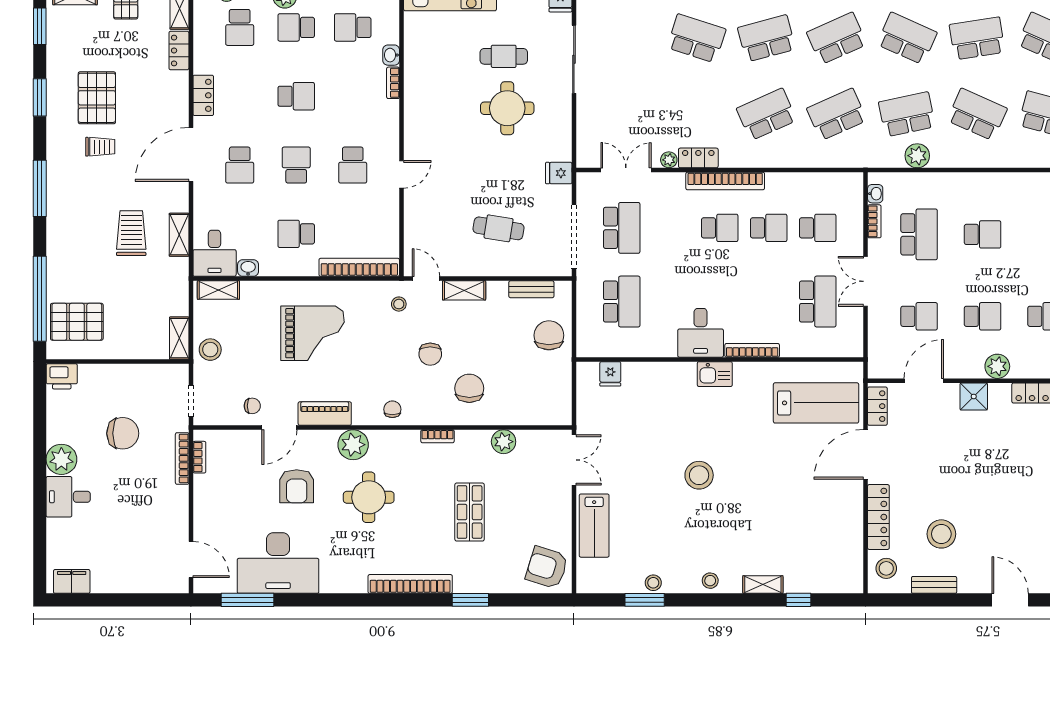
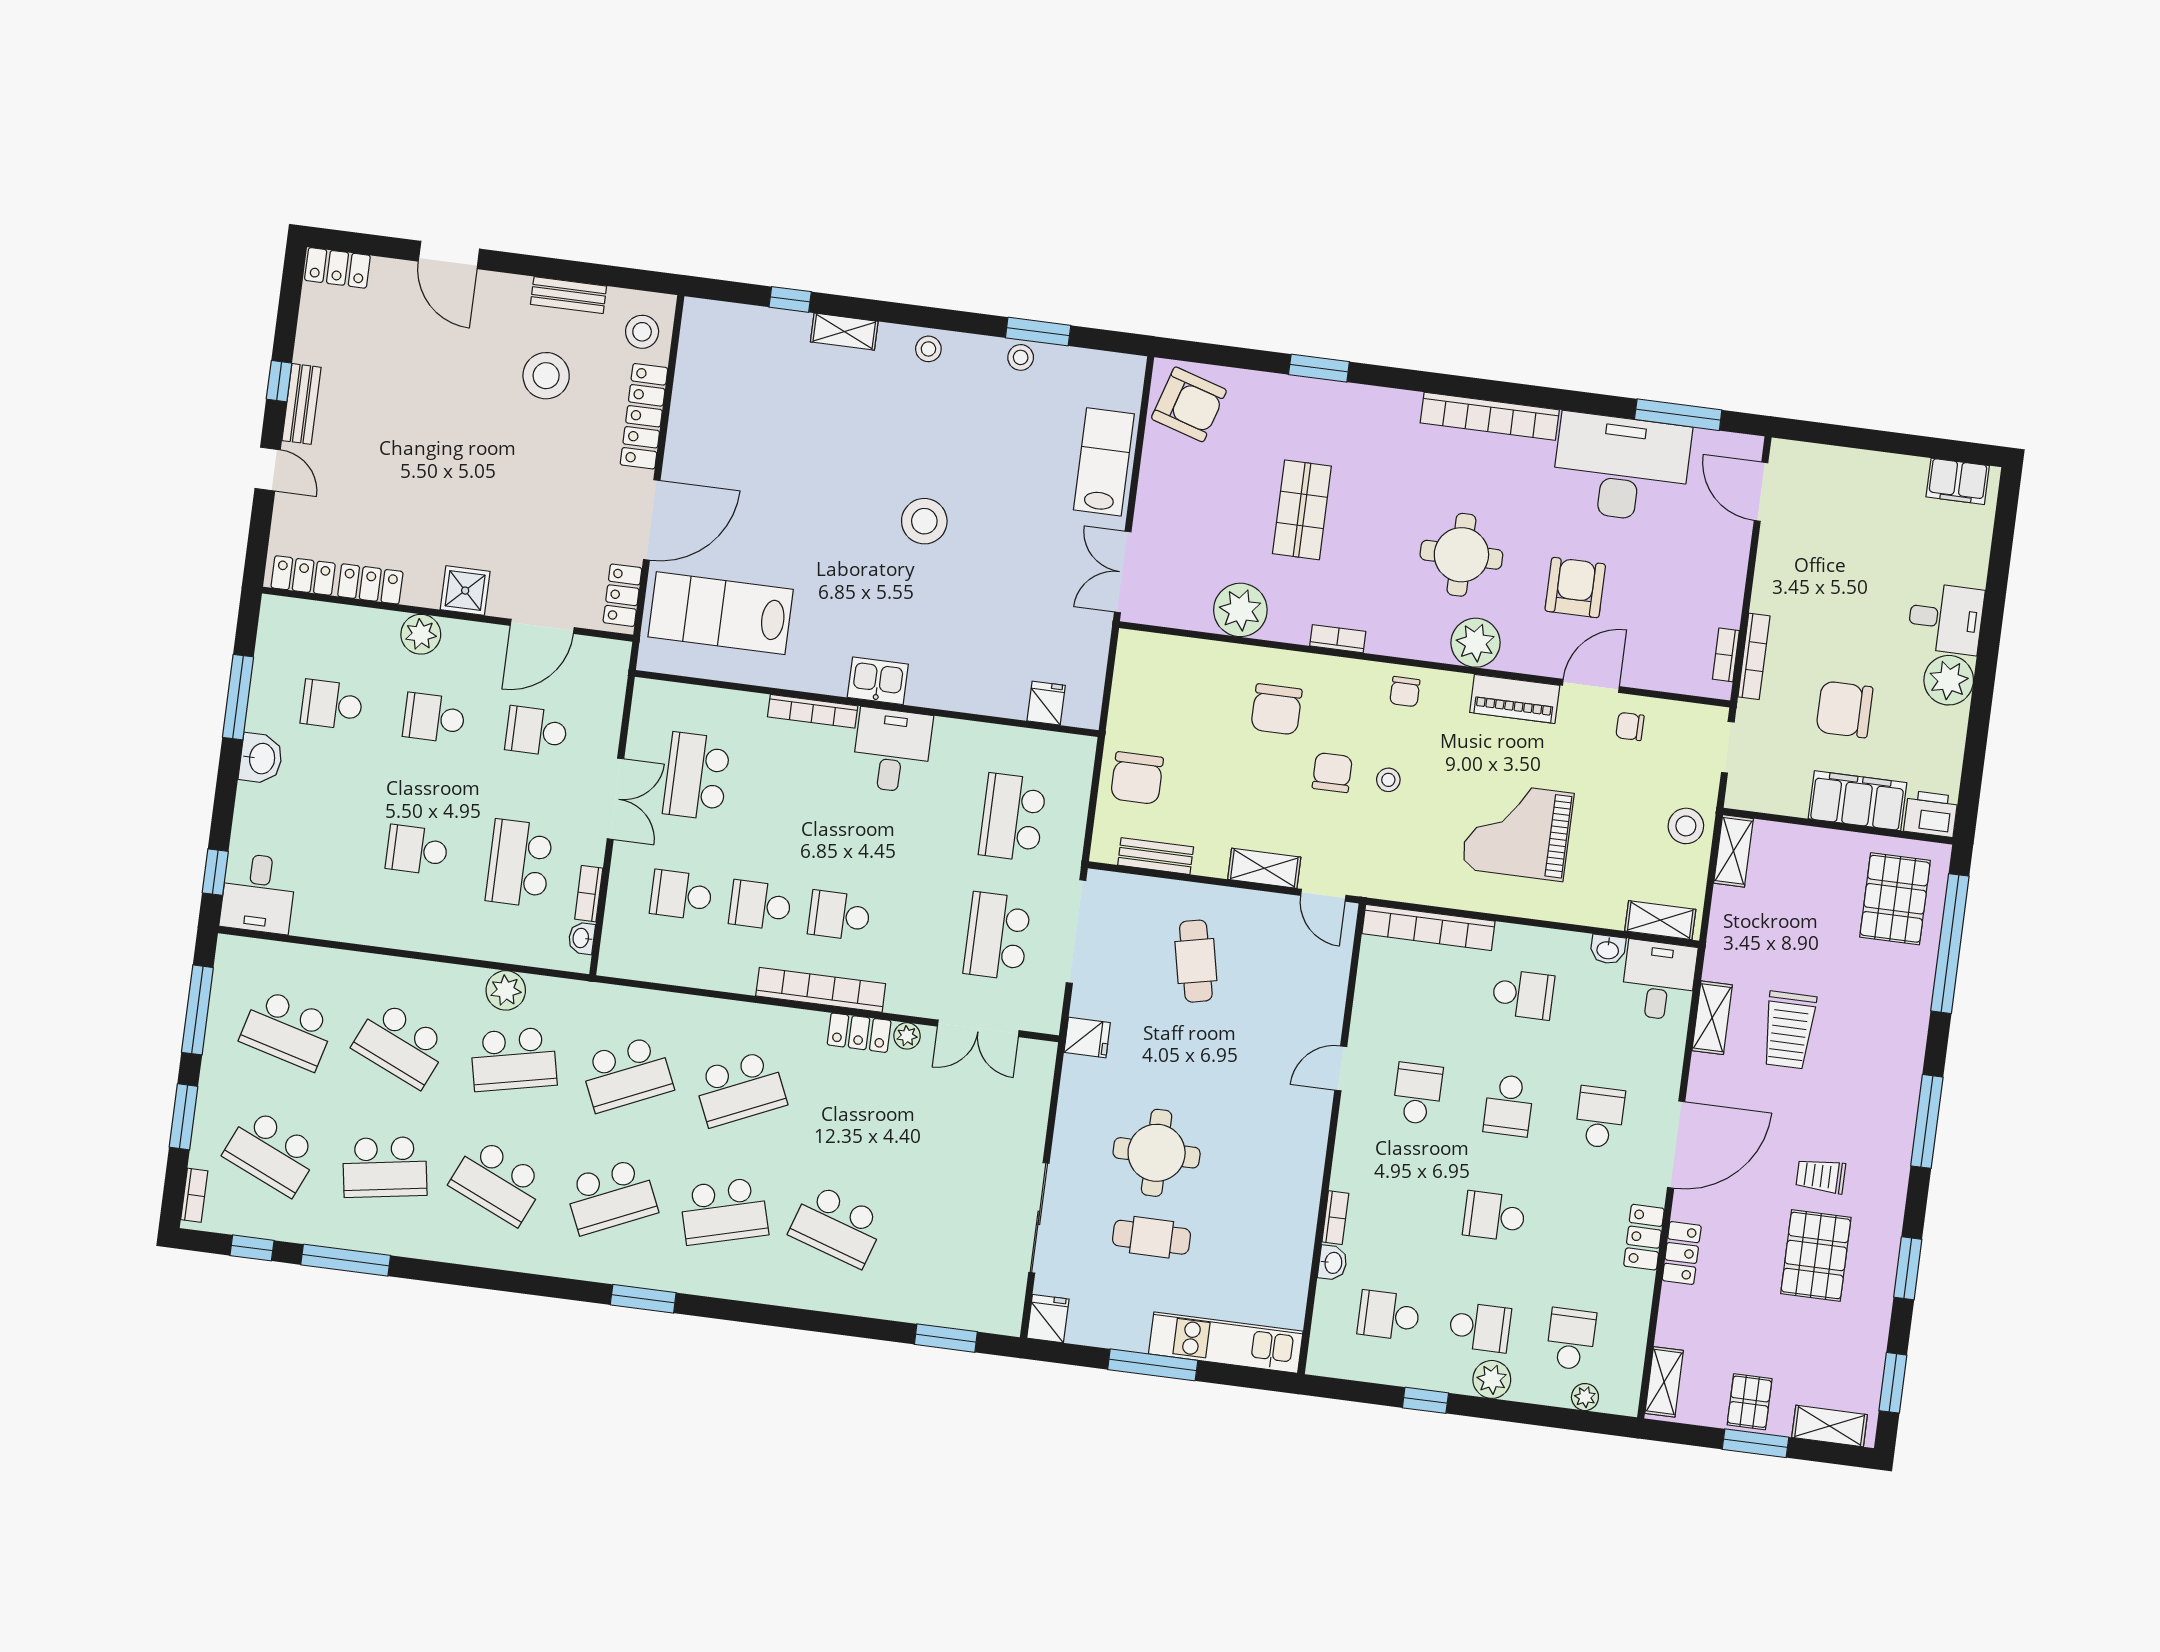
school desk: (353, 27) -> (1389, 1315), turned 180
locker: (179, 50) -> (1682, 1253), moved
cafe table: (499, 228) -> (1196, 961), turned 69
stool: (399, 304) -> (1388, 780), moved
pallet: (77, 322) -> (1895, 899), turned 90
filing cabinet: (108, 379) -> (1857, 801), added
plant: (504, 442) -> (1240, 610), width x1.36, depth x1.36
bookcase: (410, 584) -> (1490, 416), moved

